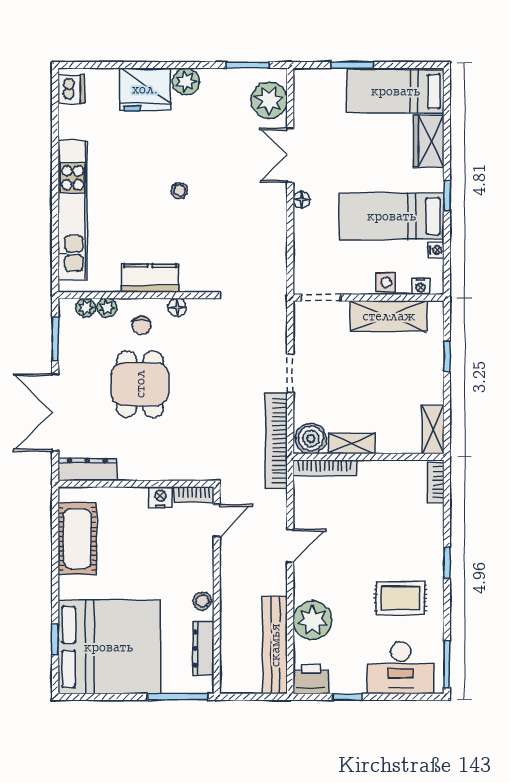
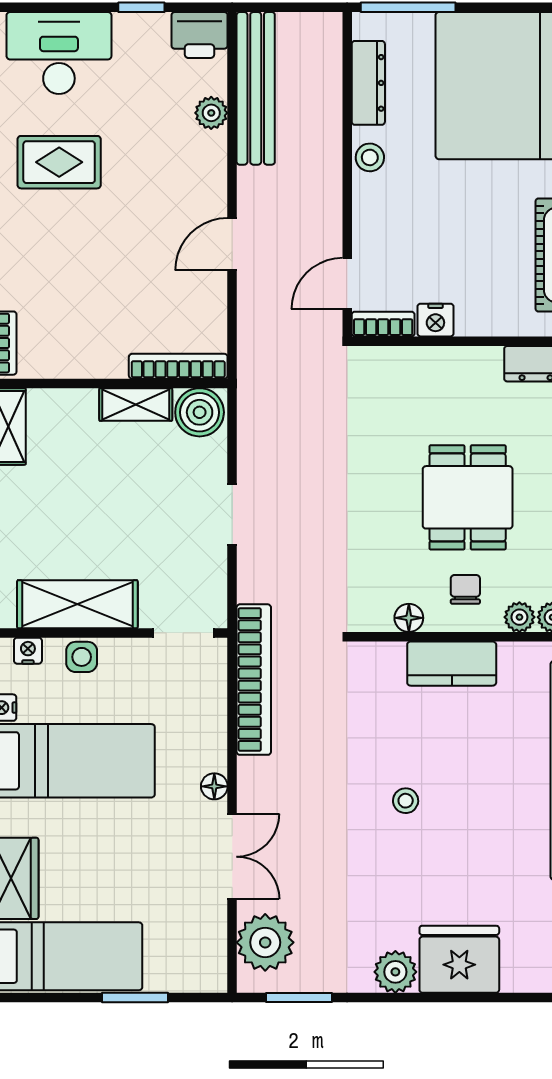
bookcase: (276, 441) -> (254, 680), moved
plant: (312, 620) -> (211, 113), width x0.53, depth x0.53

